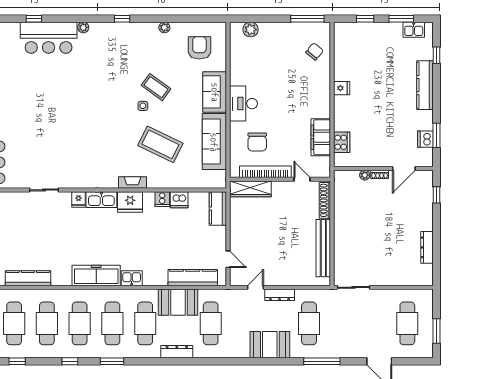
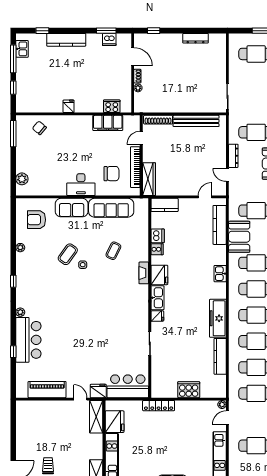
window: (401, 19) -> (13, 59), width x1.44
coffee table: (160, 144) -> (113, 251), width x0.54, depth x0.58
freezer: (96, 275) -> (218, 318), moved

